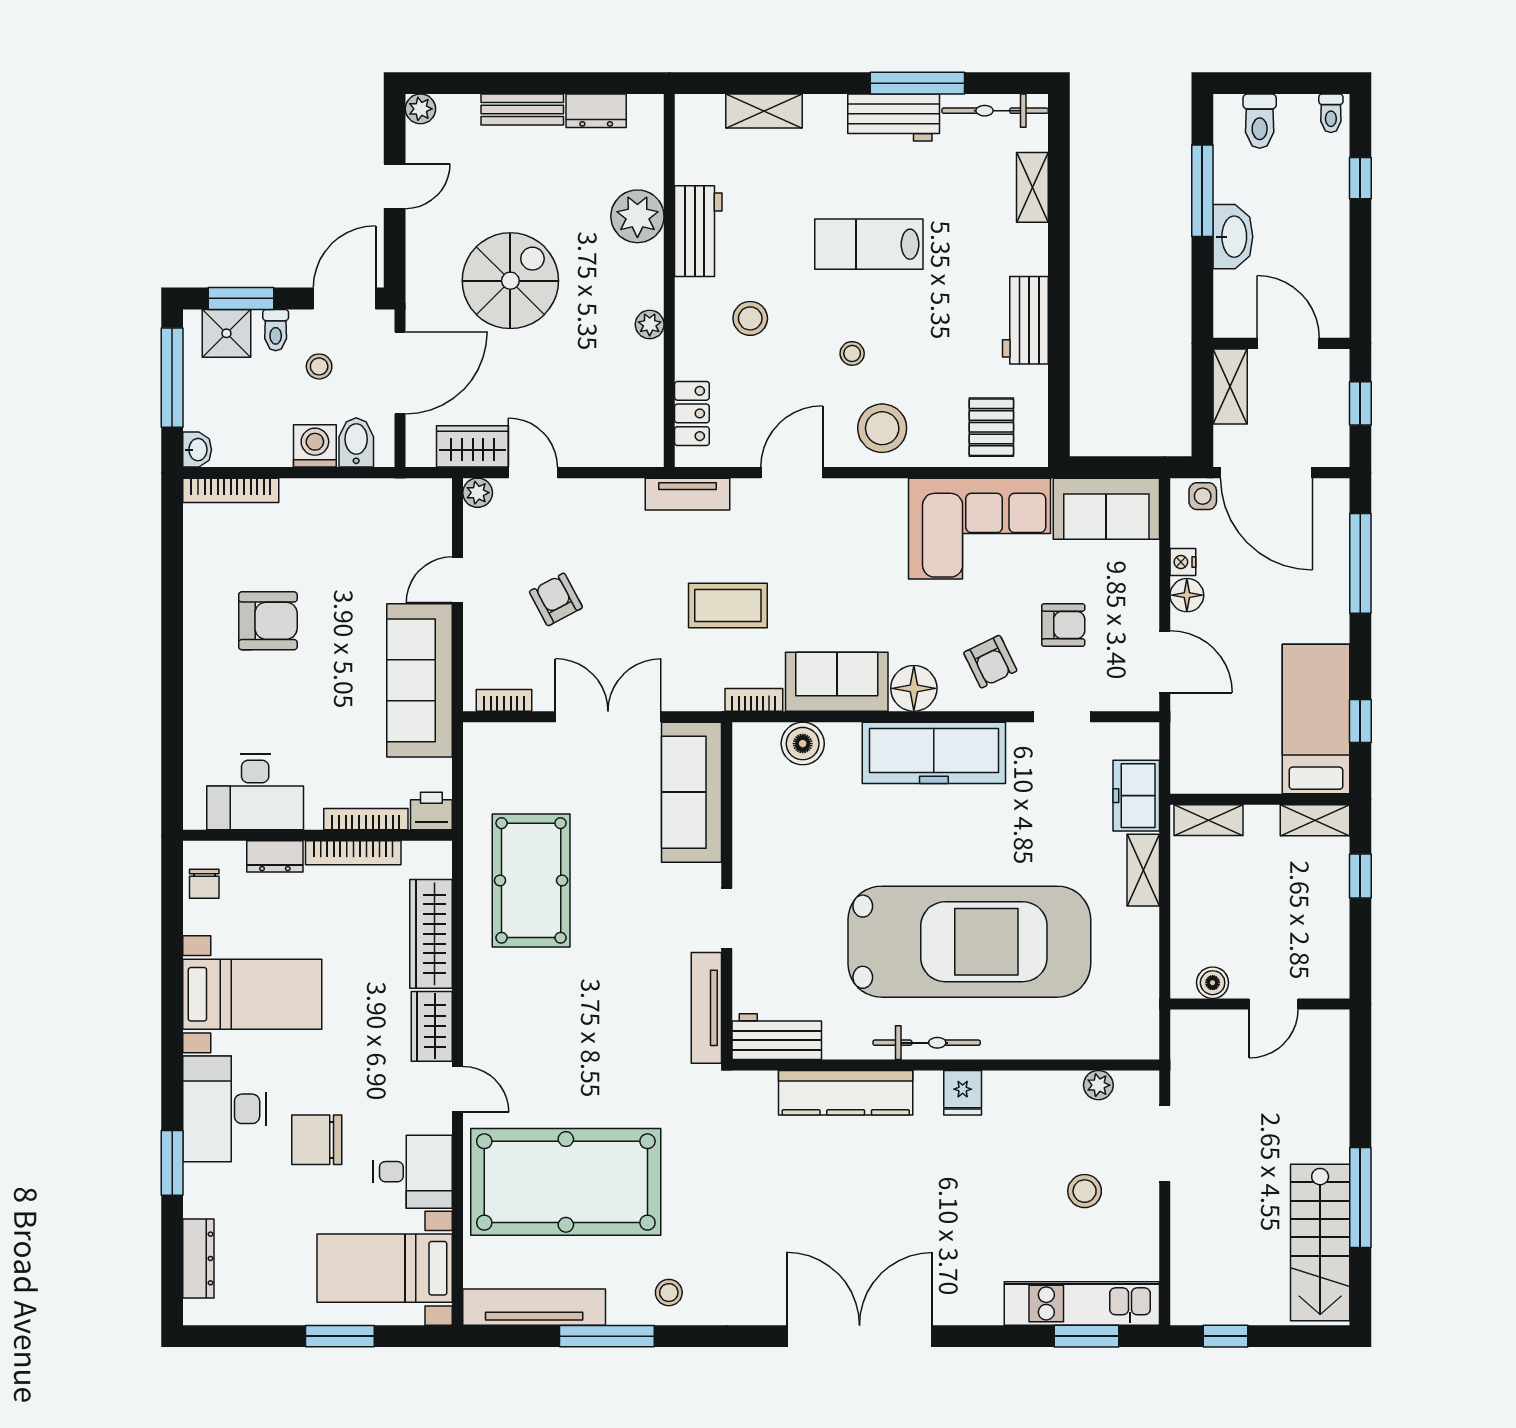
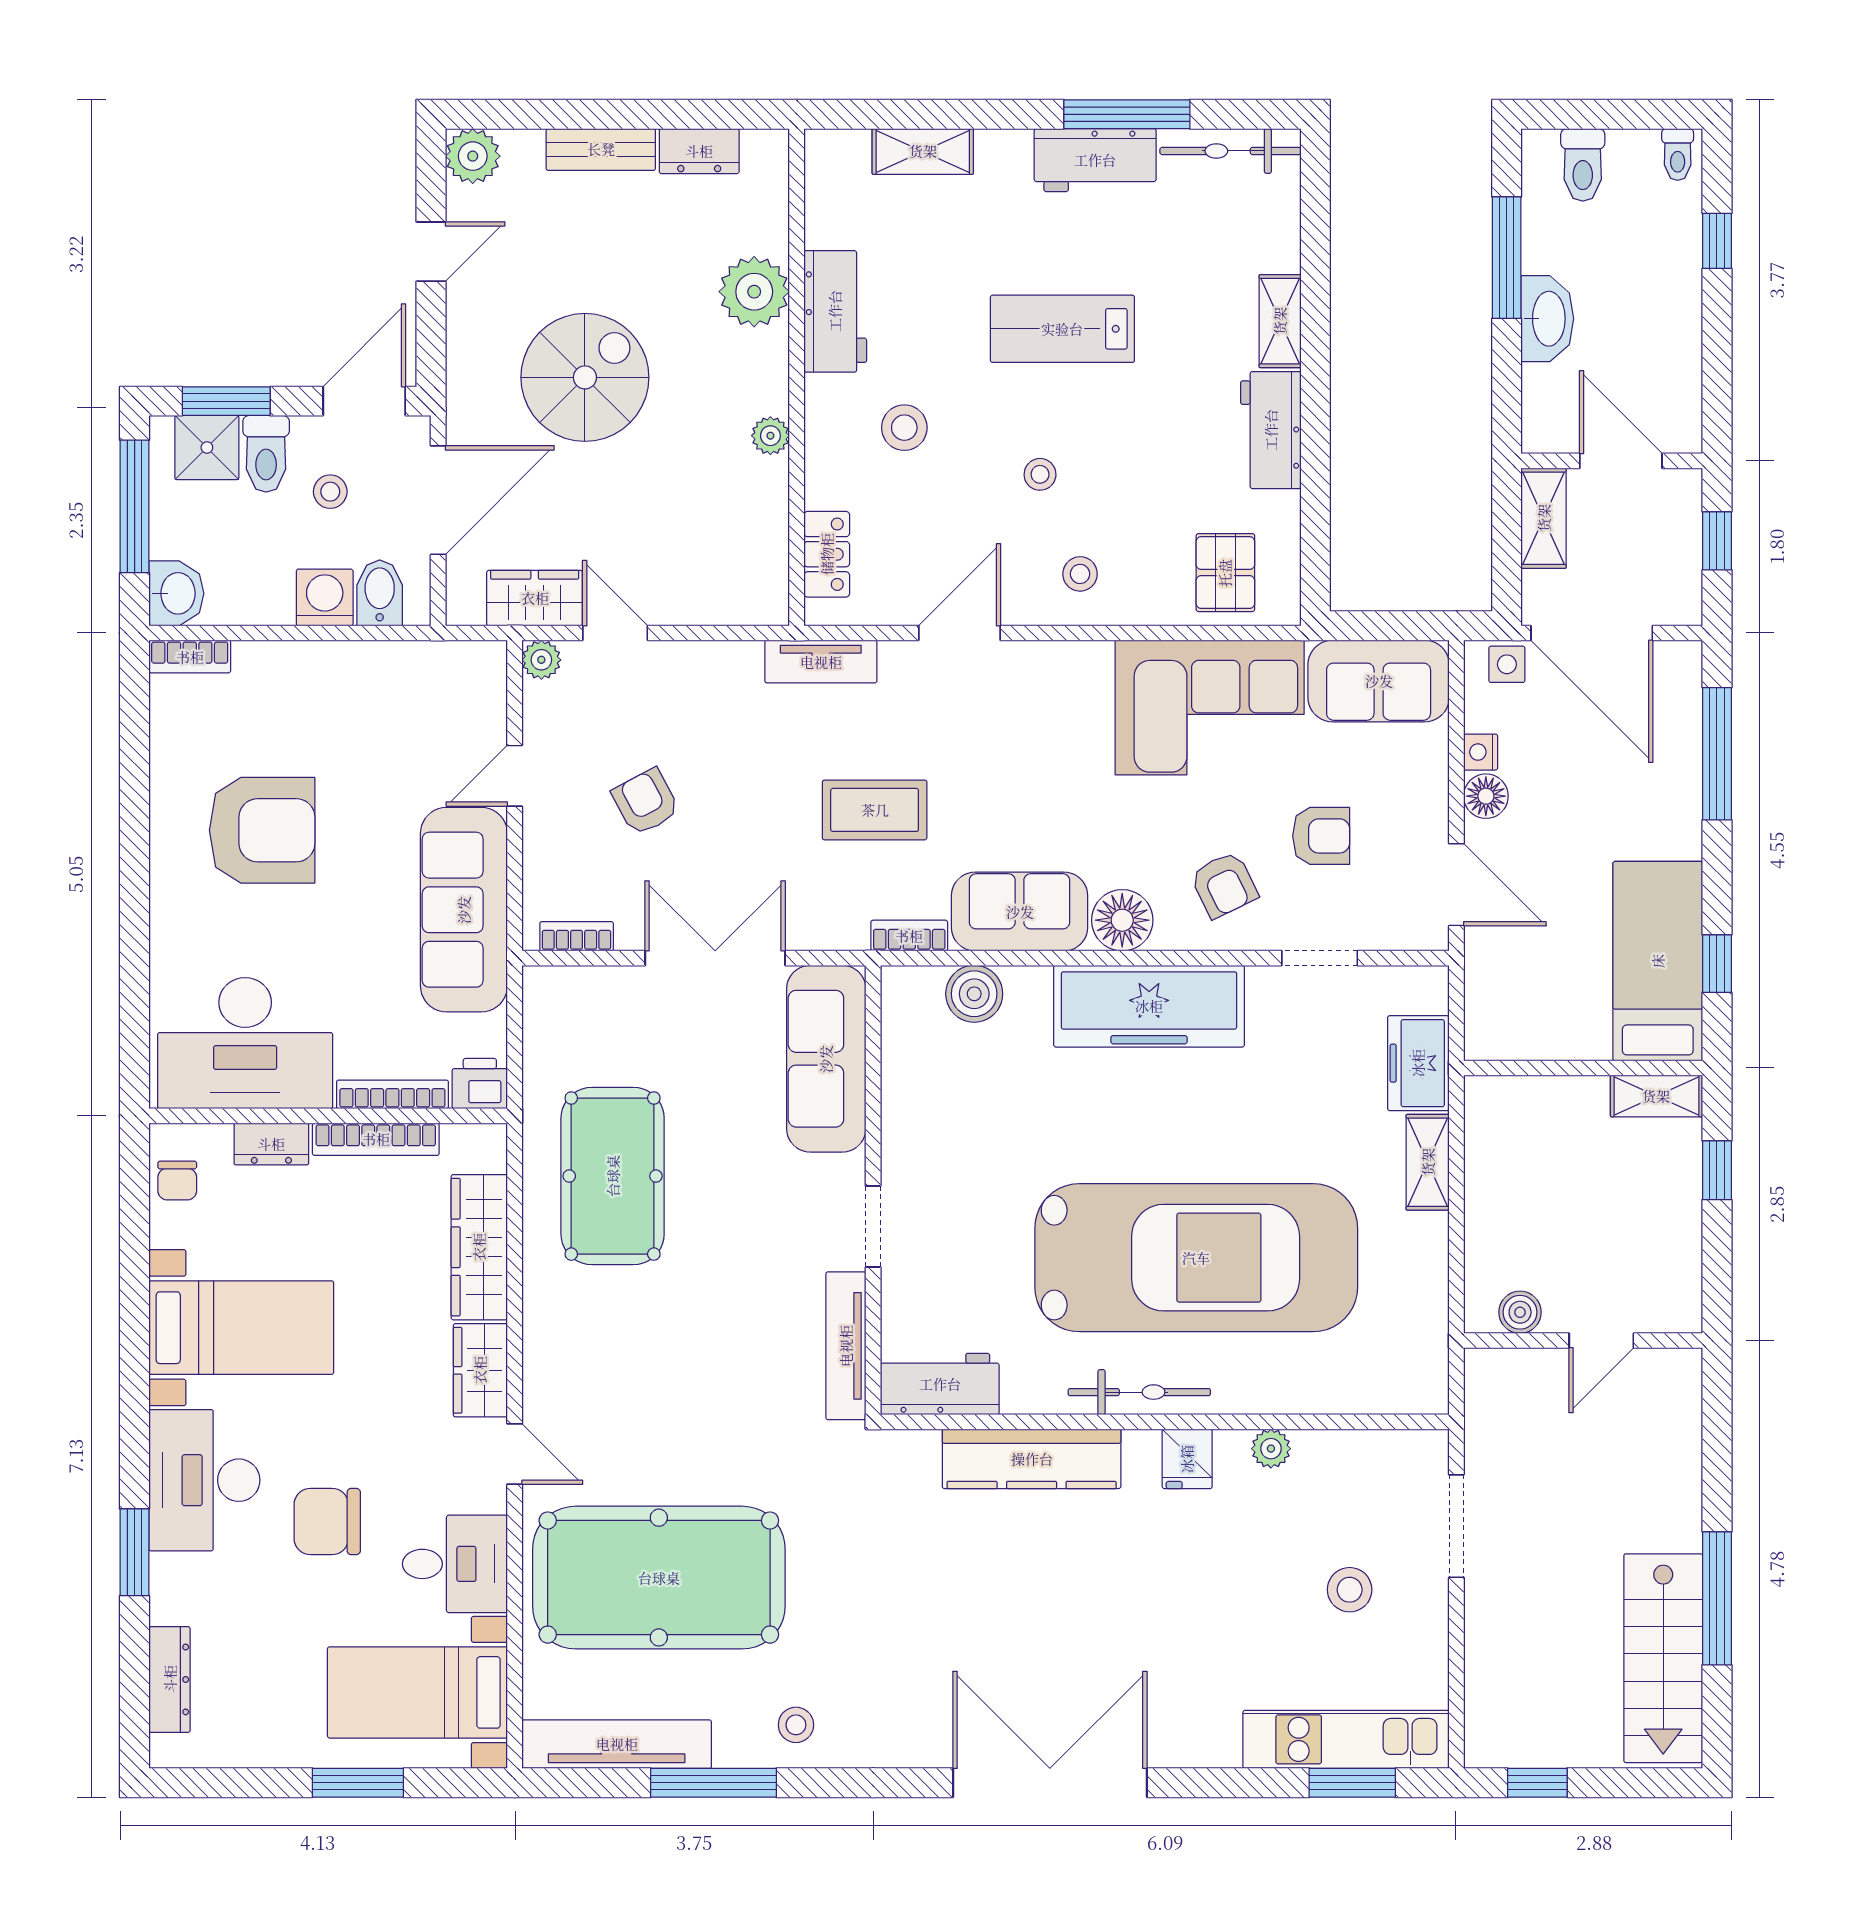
plant: (420, 109) -> (473, 156), width x1.38, depth x1.38
shelving: (1032, 187) -> (1280, 321), moved
toilet: (276, 330) -> (266, 454), width x1.37, depth x1.39
stool: (882, 428) -> (1080, 574), width x0.53, depth x0.53
washbasin: (197, 450) -> (176, 593), width x1.38, depth x1.45
bookcase: (231, 490) -> (190, 657), width x0.64
armchair: (268, 621) -> (262, 830), width x1.36, depth x1.36
desk: (255, 792) -> (245, 1043), width x1.36, depth x1.30
shelving: (1209, 820) -> (1515, 1096), removed
plant: (1098, 1085) -> (1271, 1449), moved

